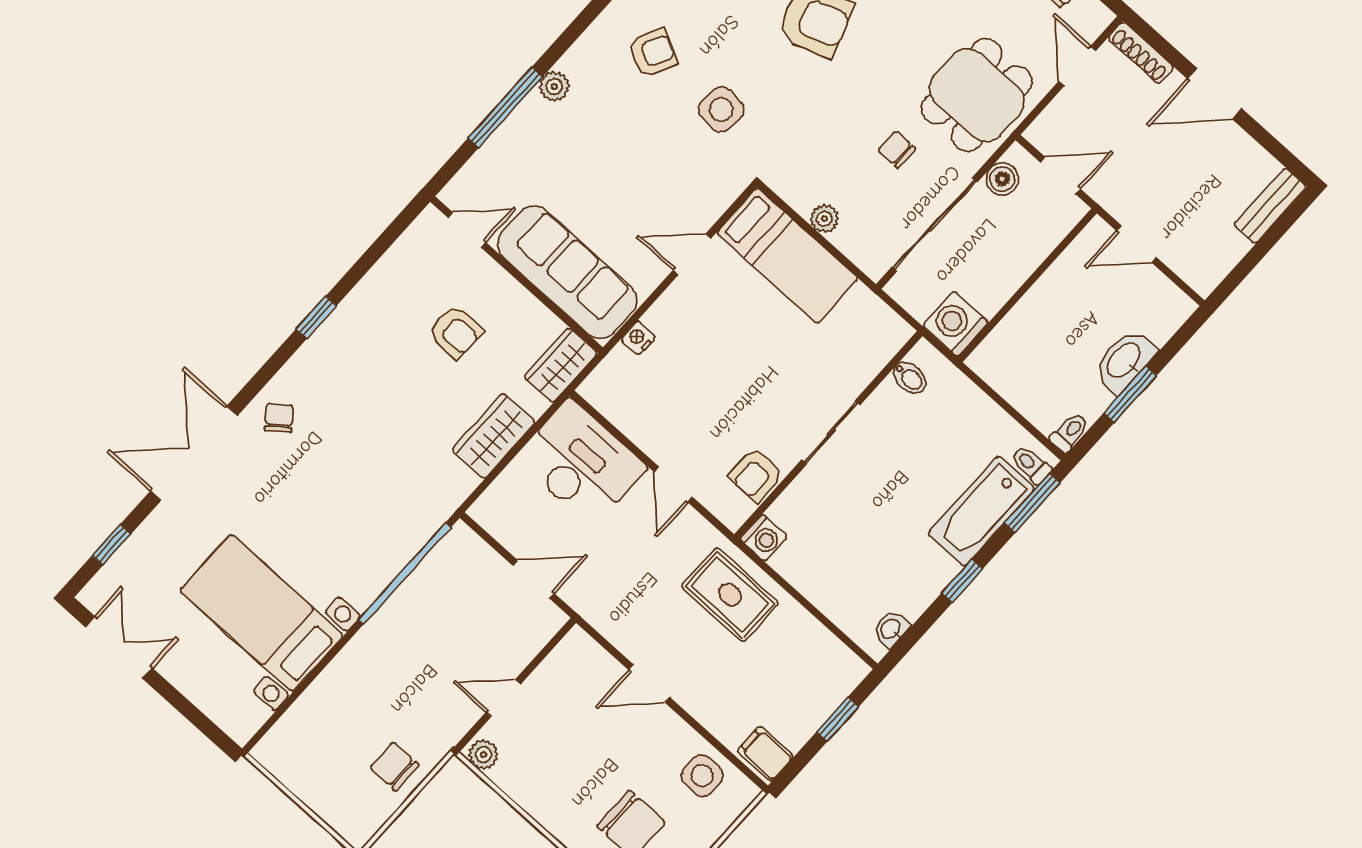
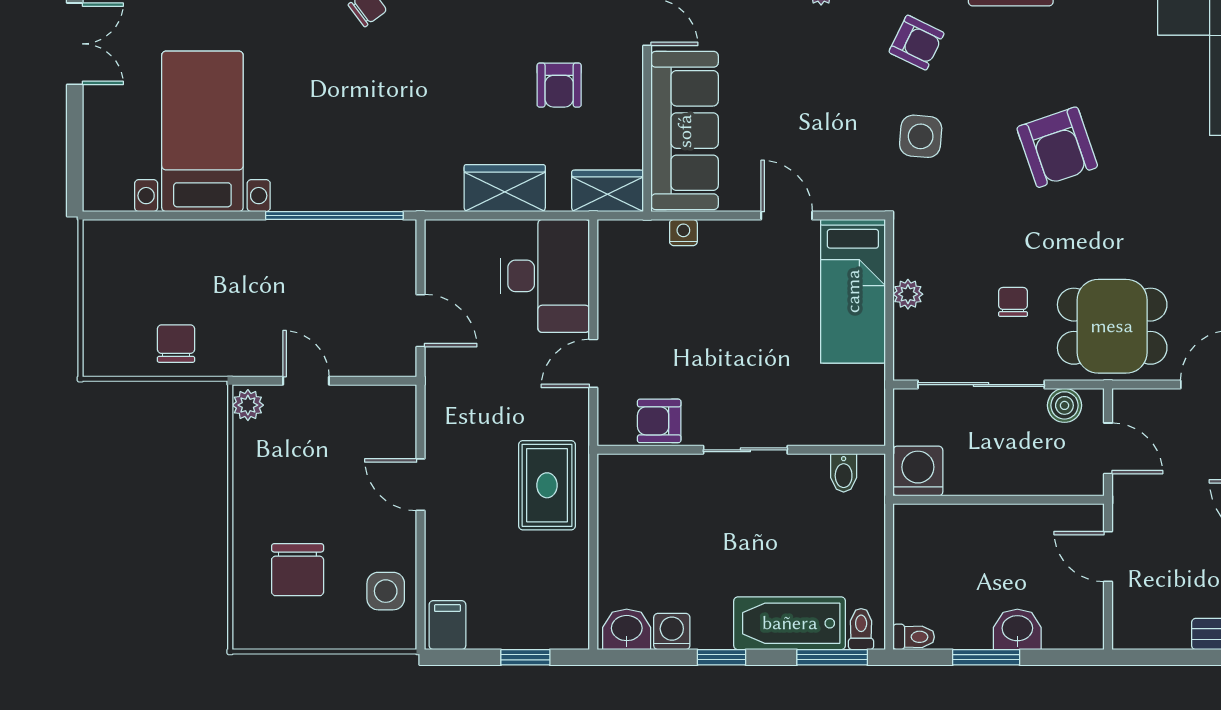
washbasin: (1124, 361) -> (1017, 629), width x0.72
washing machine: (764, 538) -> (672, 632), moved, turned 180
washbasin: (891, 629) -> (627, 629), width x1.38, depth x1.45

